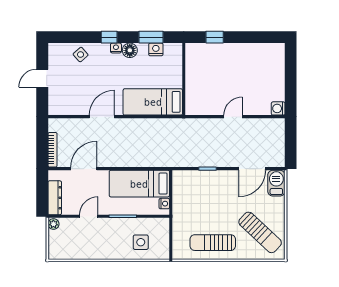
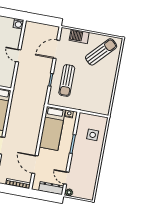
door: (252, 169) -> (56, 49), swing flipped
barbecue: (276, 183) -> (79, 36), moved
door: (89, 216) -> (66, 178), moved
sun lounger: (213, 243) -> (67, 80), moved

